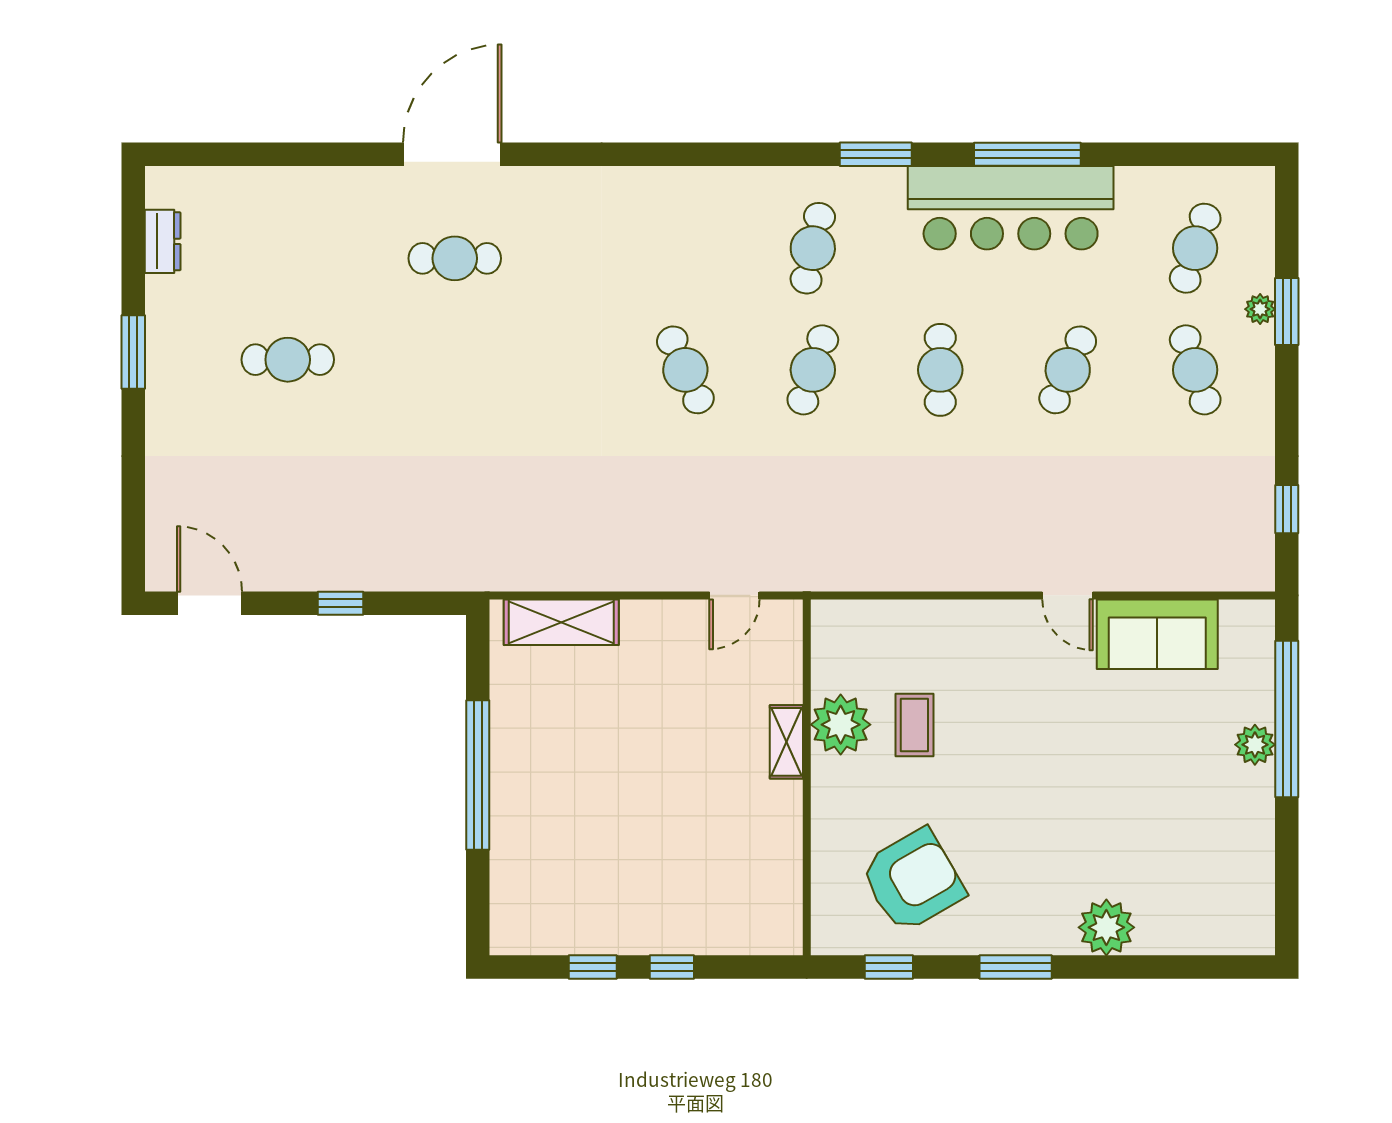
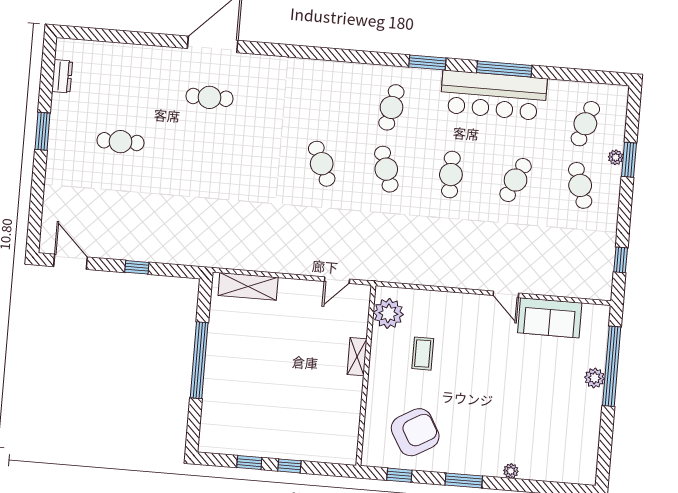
cafe table: (813, 370) -> (386, 169), turned -36
plant: (841, 725) -> (388, 313), moved
plant: (1106, 927) -> (511, 471), width x0.53, depth x0.53

